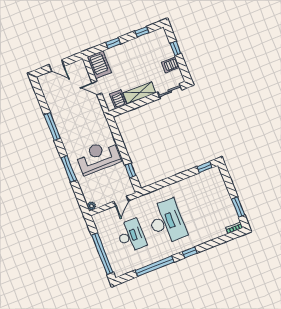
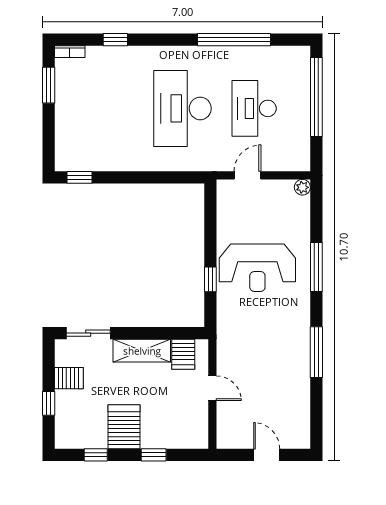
server rack: (99, 65) -> (124, 427), moved
window: (130, 170) -> (210, 279), moved
window: (190, 252) -> (115, 40), moved

